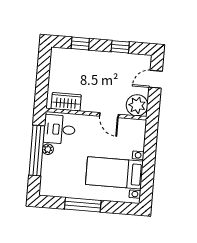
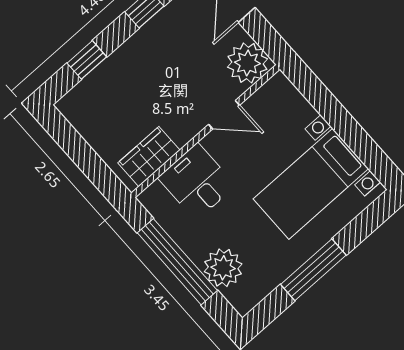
desk: (59, 129) -> (197, 182), moved, turned 90
plant: (48, 149) -> (223, 268), moved, width x1.87, depth x1.87

